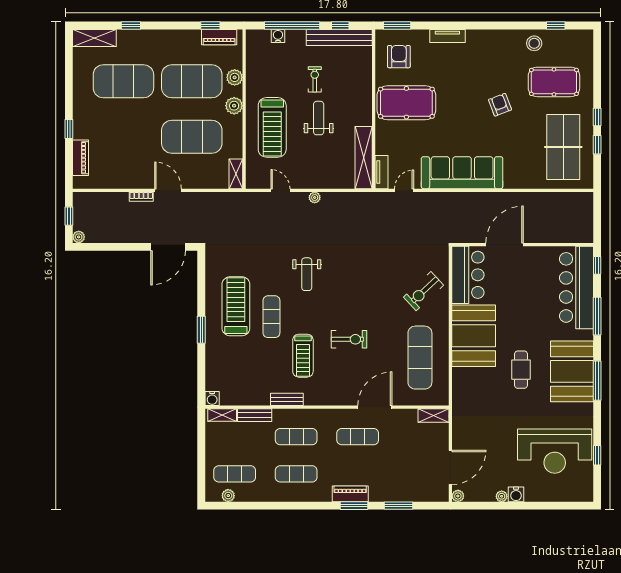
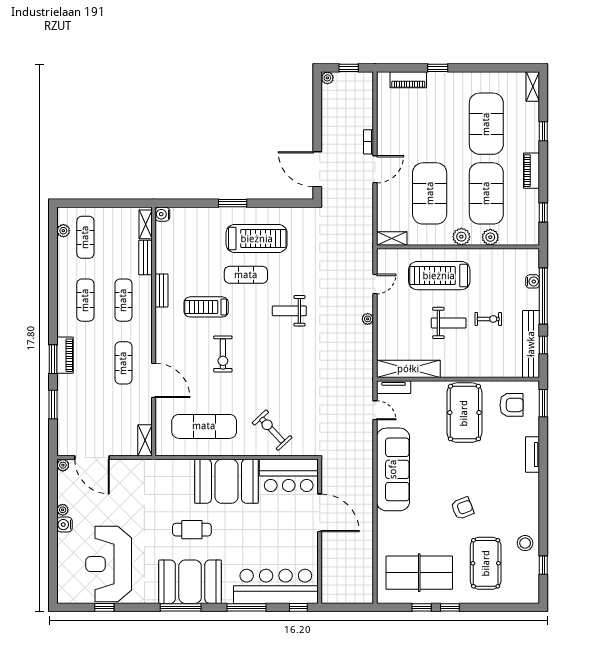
piano: (219, 37) -> (531, 171), moved
shelving: (94, 38) -> (533, 87), width x0.67, depth x0.75

